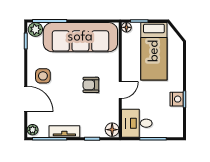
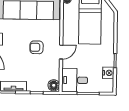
nightstand: (177, 99) -> (108, 73), moved

